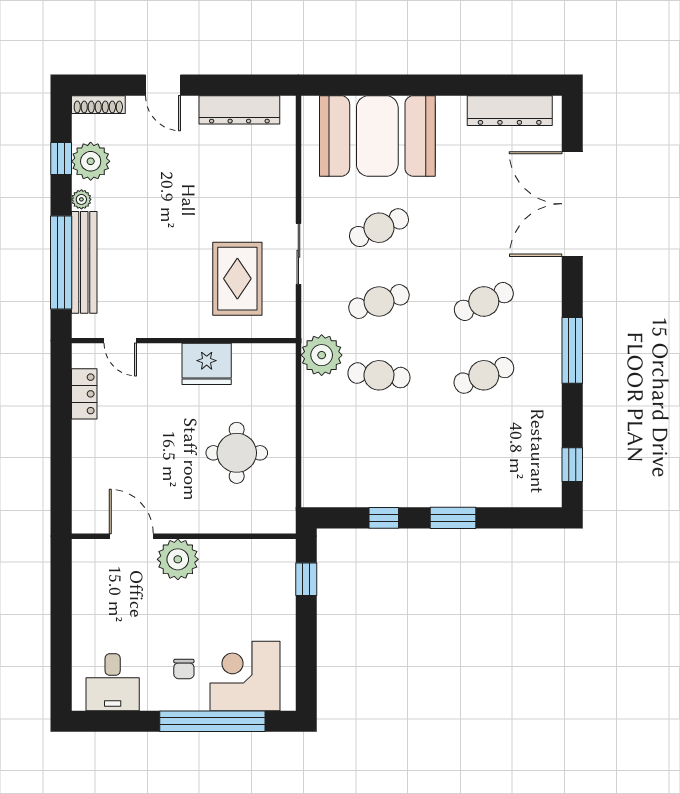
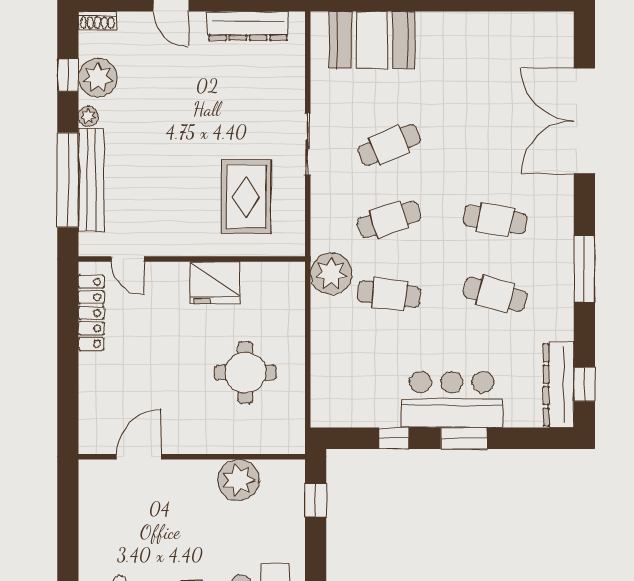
shoe rack: (98, 105) -> (97, 21), width x0.70
dresser: (510, 111) -> (559, 385), moved, turned 90
booth: (377, 136) -> (372, 40), width x0.73, depth x0.70
sliding door: (298, 254) -> (308, 144), moved
cafe table: (484, 301) -> (495, 220), turned 33
cafe table: (484, 375) -> (495, 294), turned 36
locker: (84, 394) -> (91, 313), width x1.53
bar counter: (441, 480) -> (452, 400), added
door: (131, 536) -> (139, 457), hinge flipped
plant: (178, 559) -> (238, 480), moved

